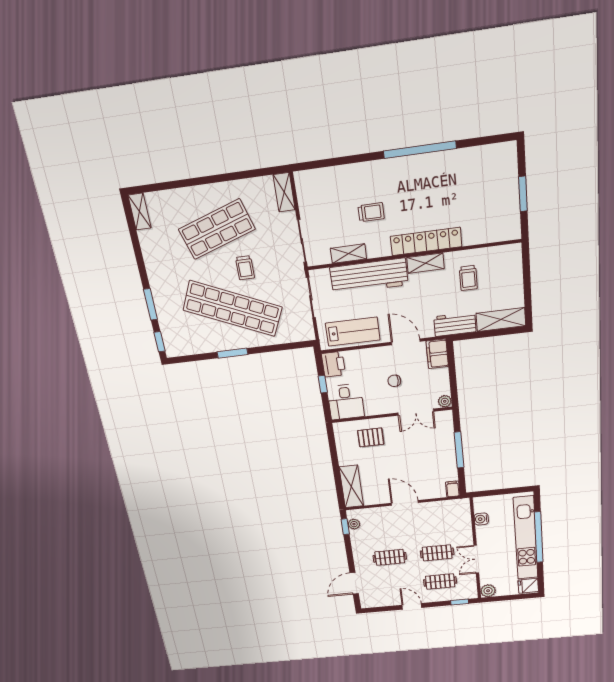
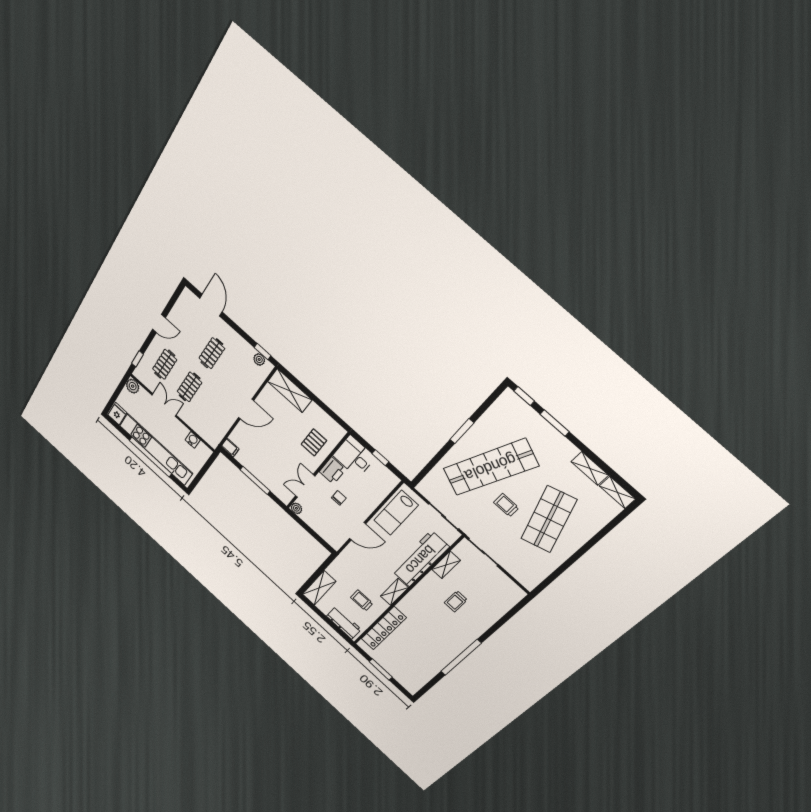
shelving: (284, 192) -> (590, 468), moved
locker: (426, 241) -> (384, 628), moved
workbench: (455, 324) -> (344, 623), moved, turned -90
filing cabinet: (437, 354) -> (332, 538), removed
printer: (333, 364) -> (332, 471), moved, turned -90

